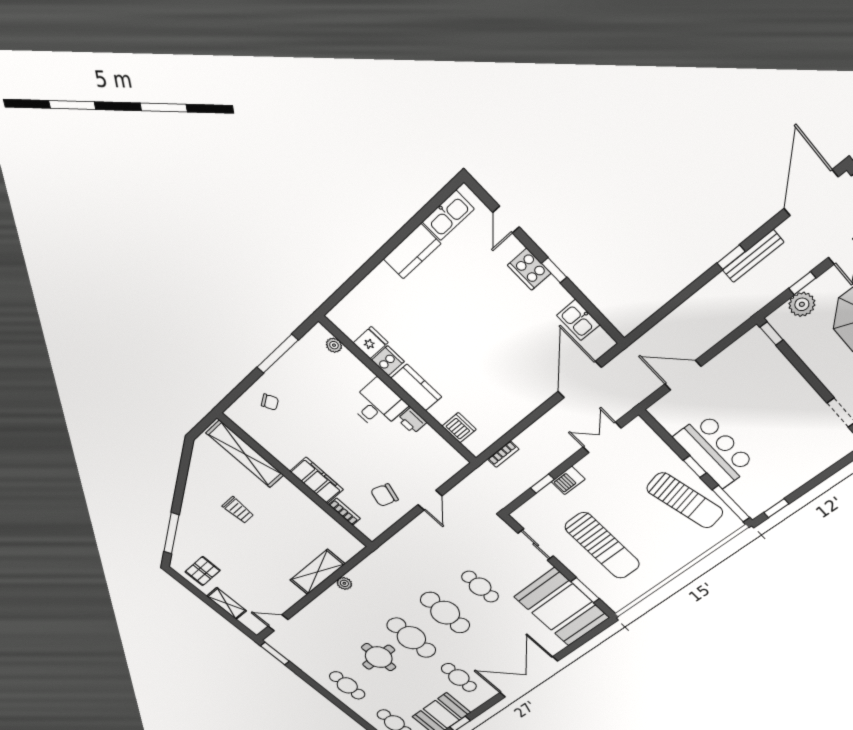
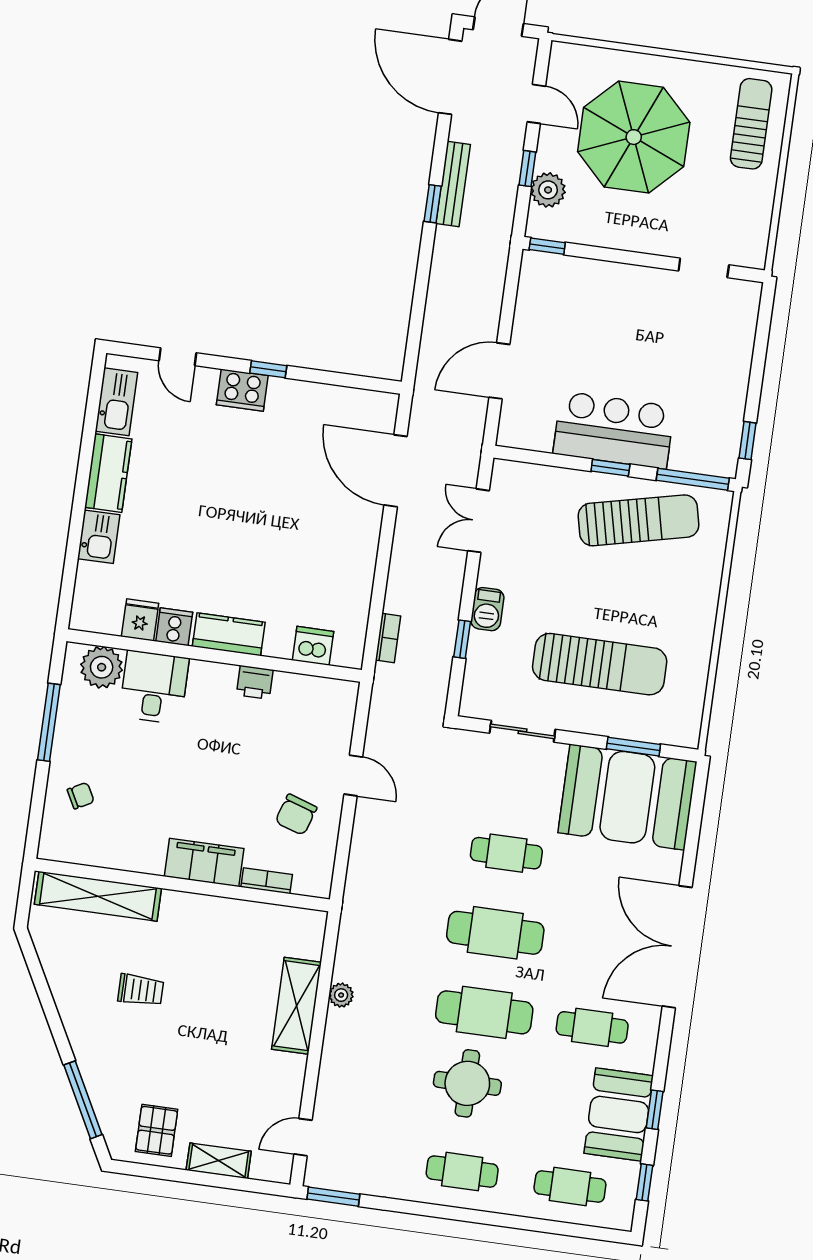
kitchen sink: (578, 320) -> (99, 537), moved, turned -90
plant: (334, 345) -> (102, 667), width x1.88, depth x1.88
desk: (378, 405) -> (154, 687), moved

